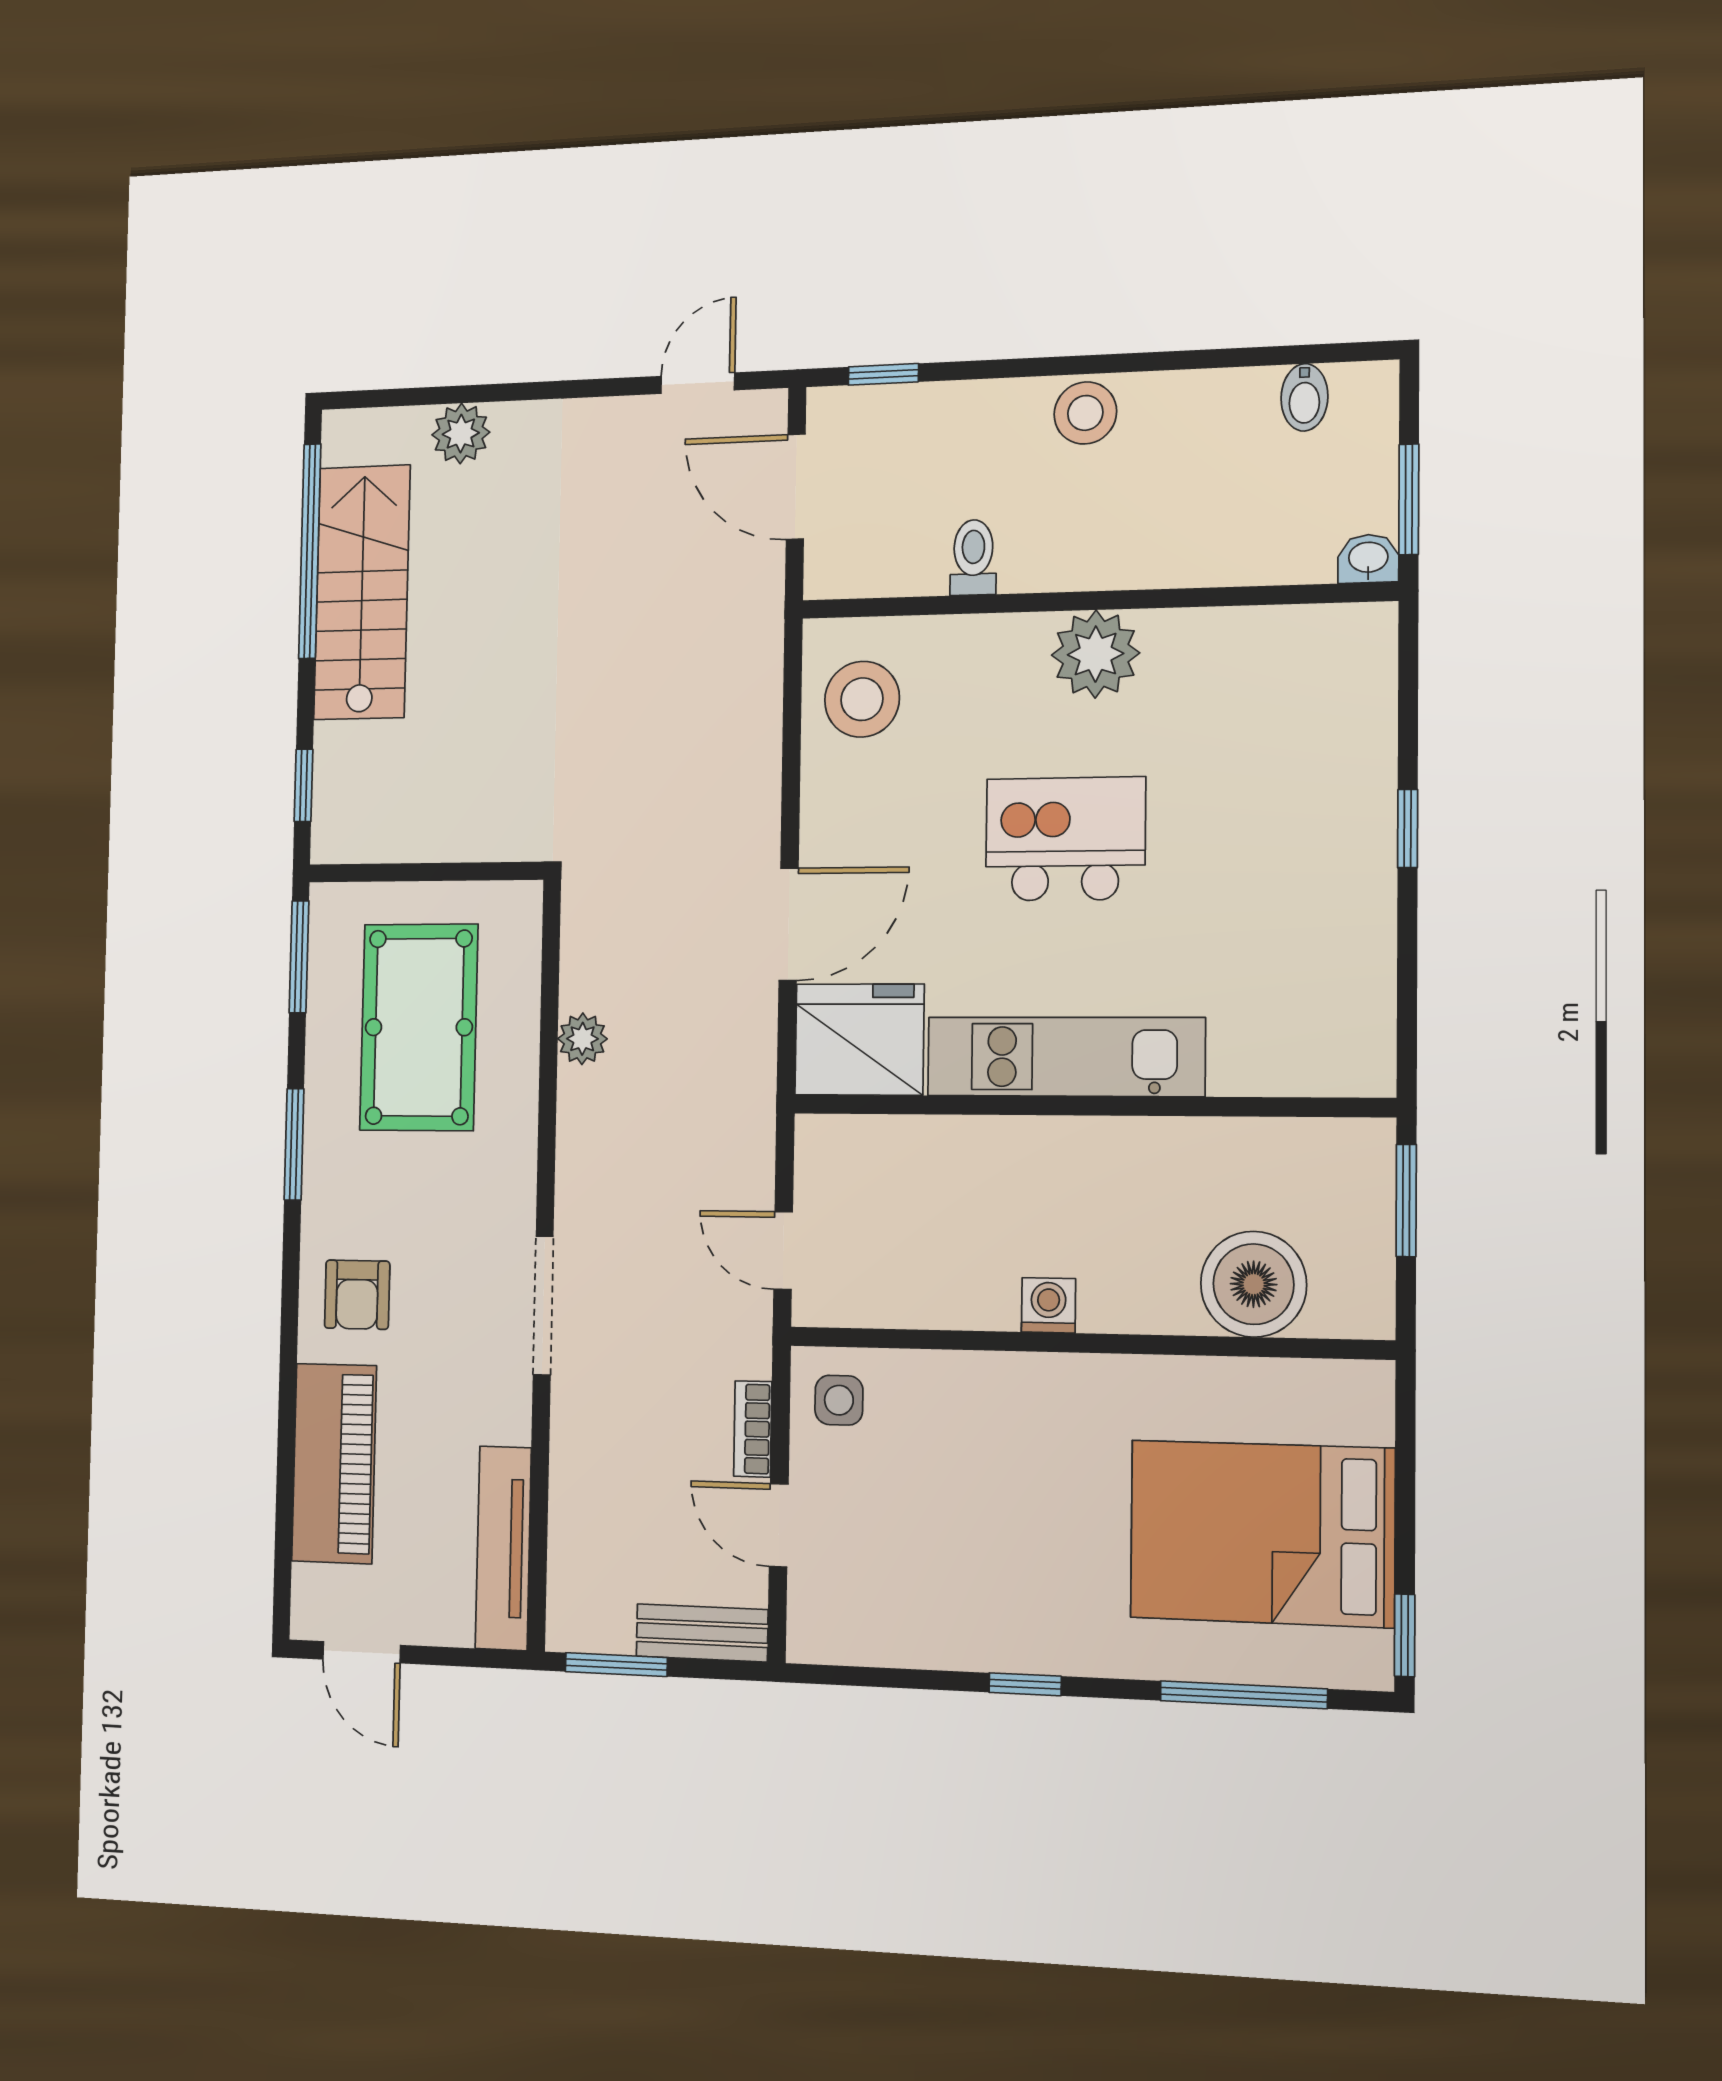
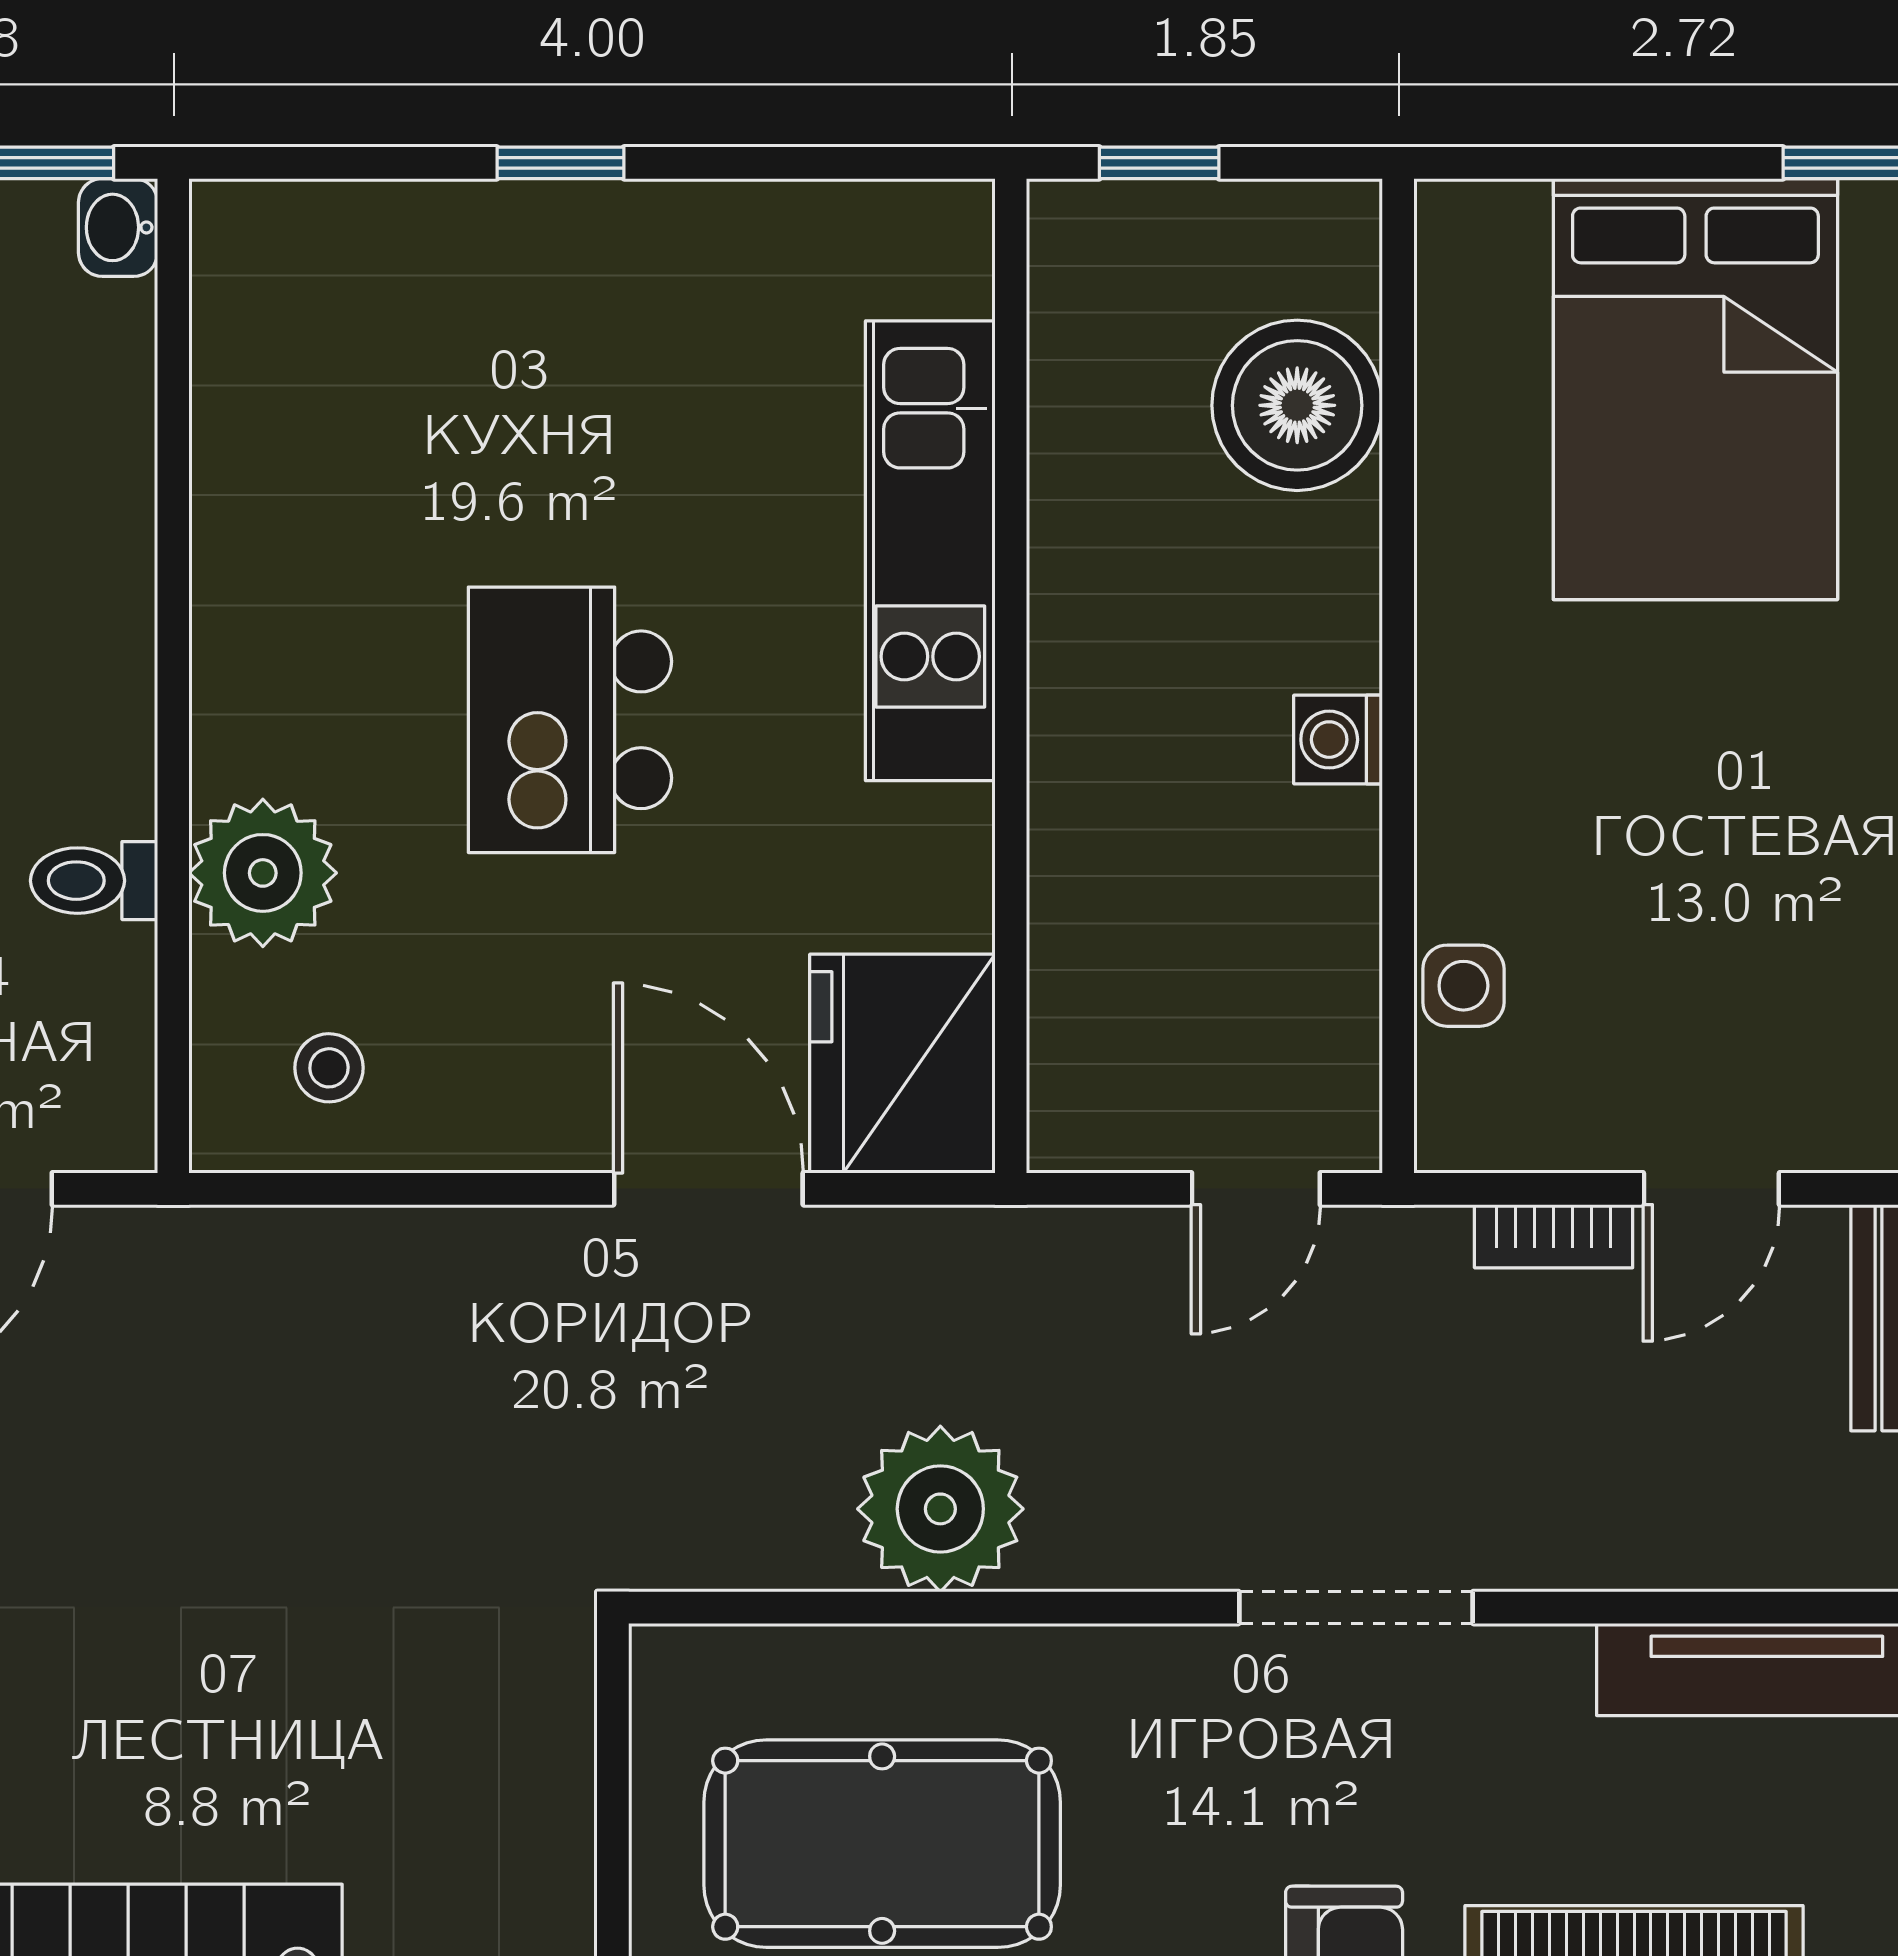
plant: (1096, 654) -> (263, 873), moved
stool: (862, 699) -> (329, 1068), width x0.53, depth x0.53
plant: (582, 1039) -> (940, 1509), width x1.87, depth x1.87
kitchen unit: (1065, 1057) -> (930, 551), moved
window: (1406, 1200) -> (1159, 163), width x0.67
side table: (839, 1400) -> (1463, 986), moved

